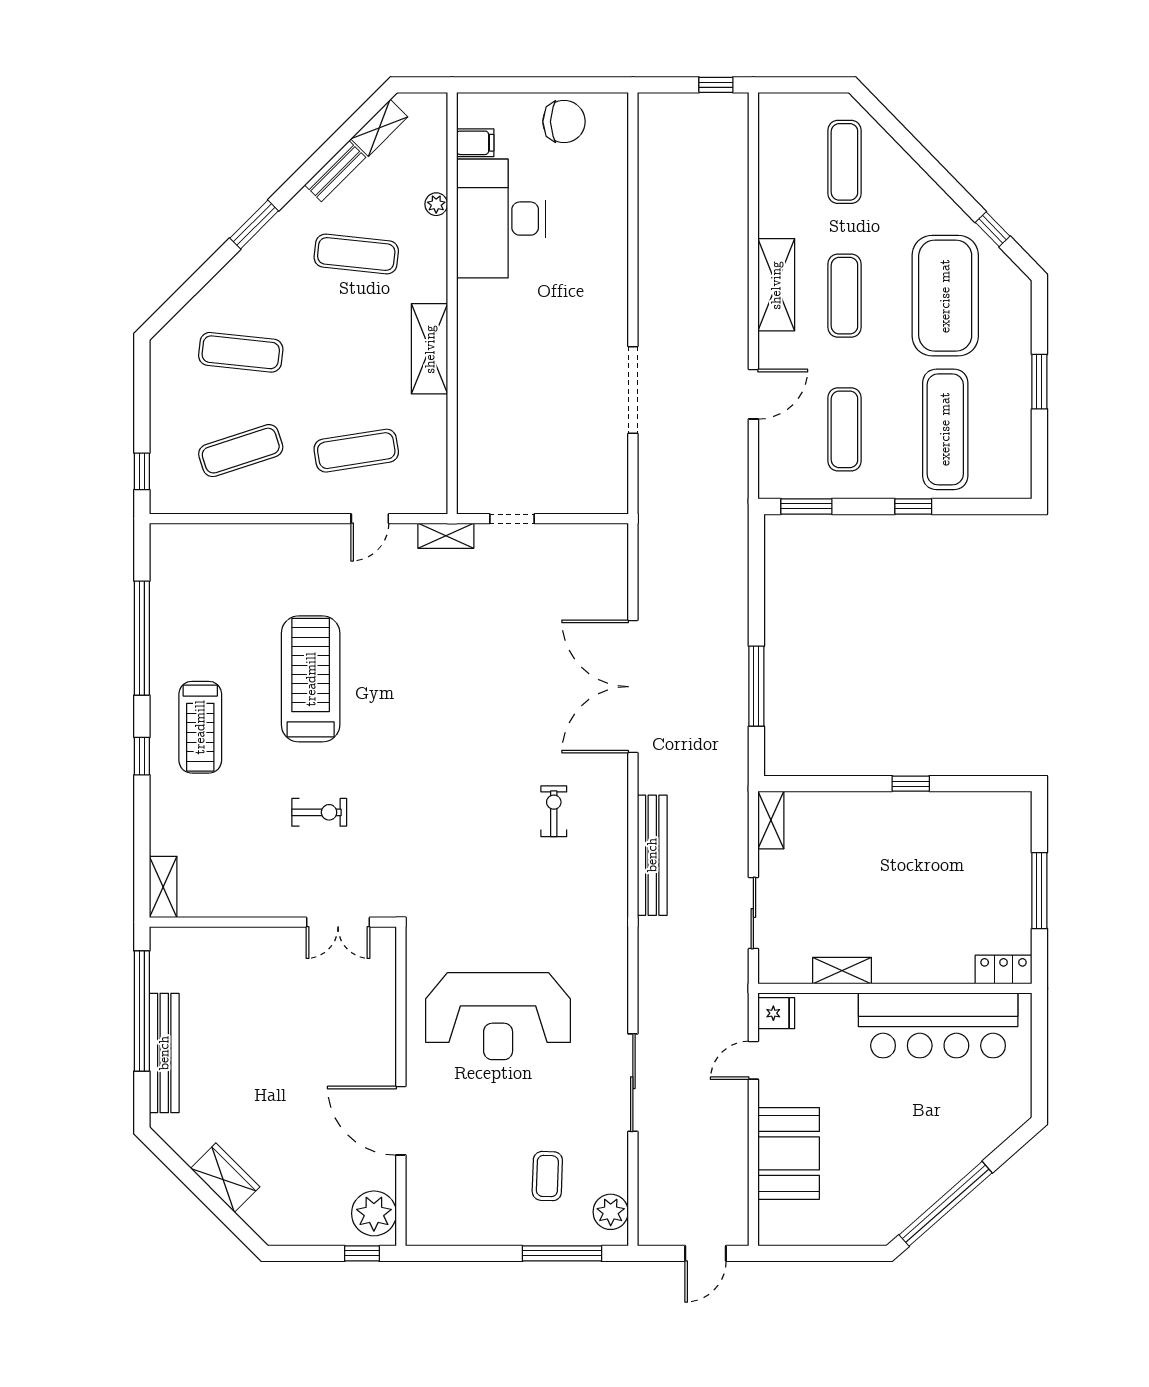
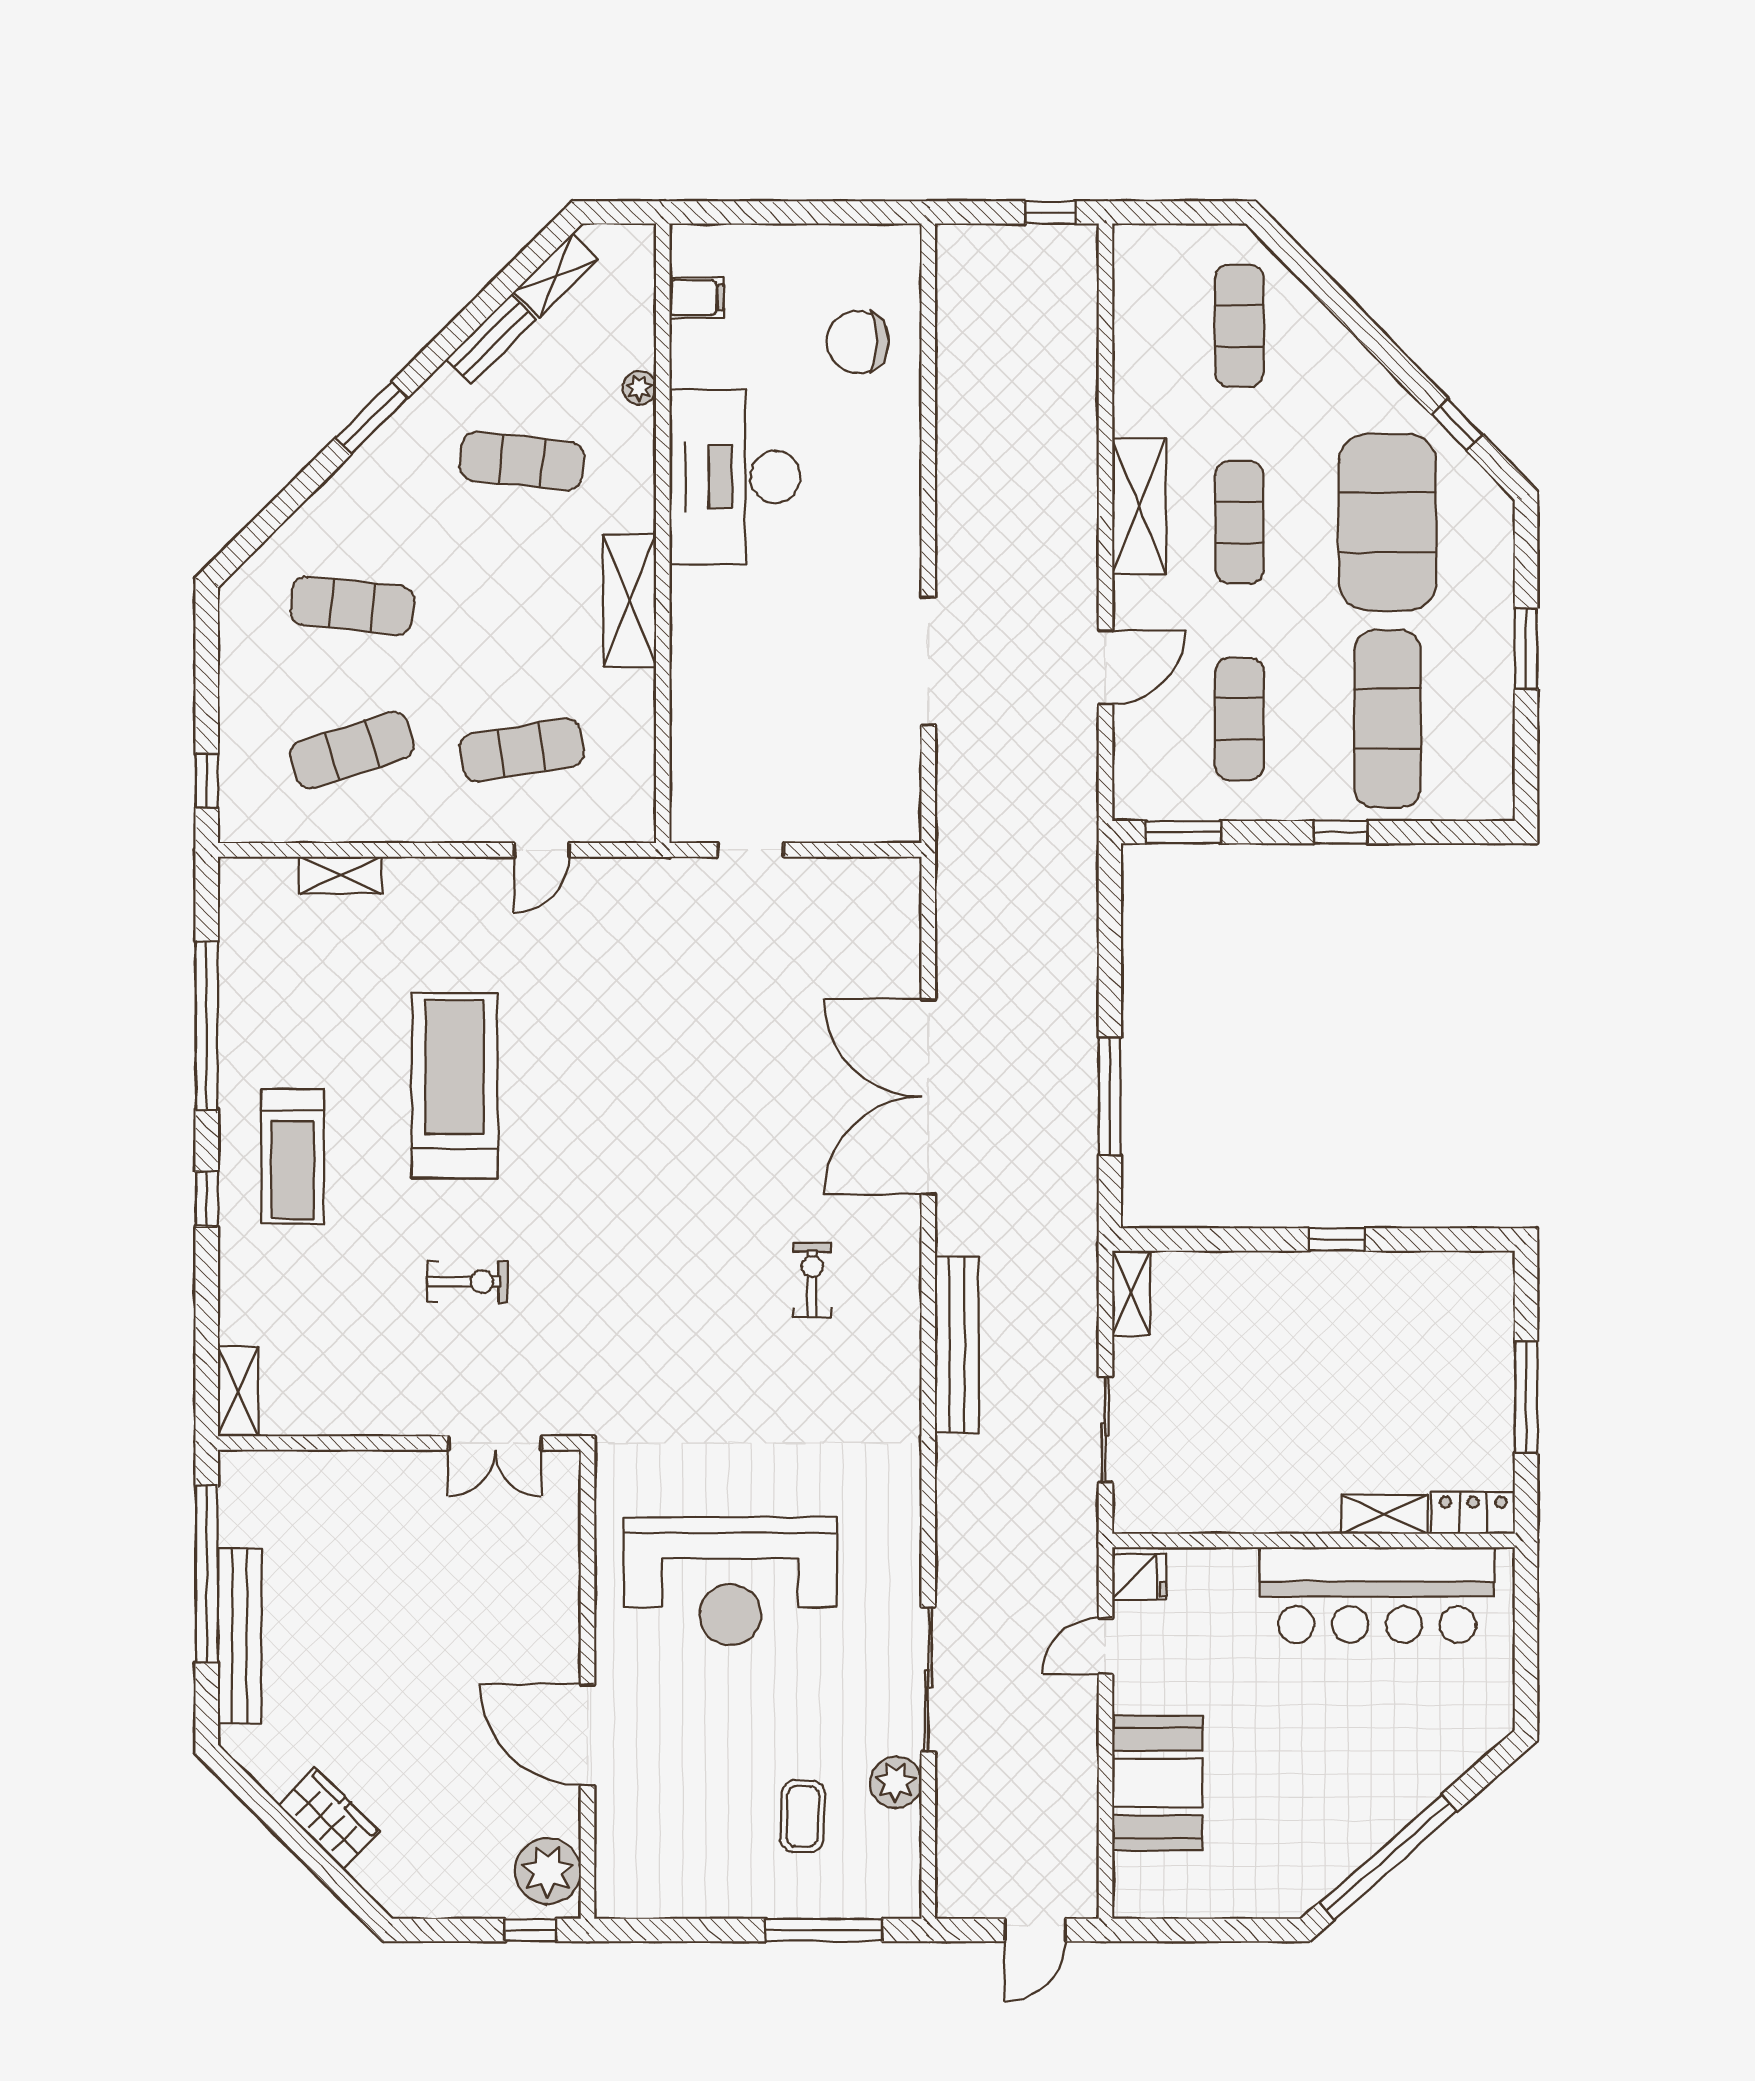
chair: (564, 122) -> (858, 342), moved, turned 180
desk: (501, 219) -> (735, 477), moved
shelving: (446, 536) -> (340, 875), moved
shelving: (842, 971) -> (1385, 1514), moved
plant: (611, 1212) -> (896, 1782), moved

